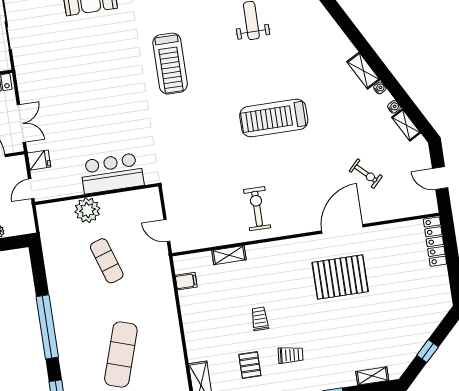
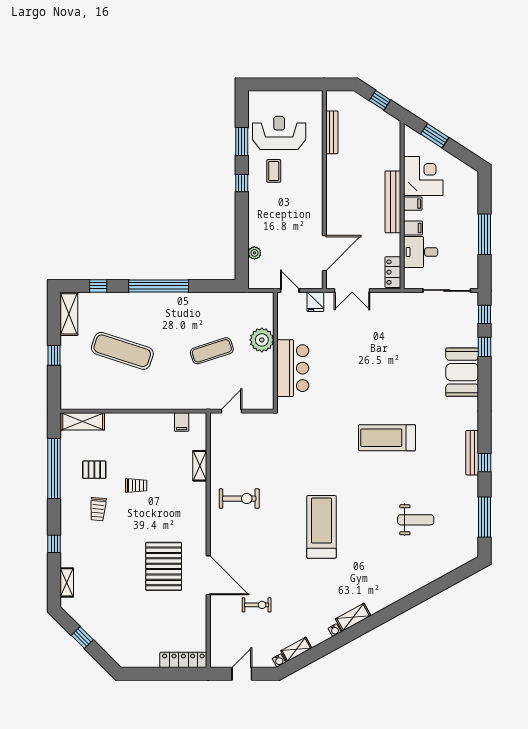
water cooler: (394, 107) -> (279, 660), moved
exercise bike: (366, 174) -> (257, 605), turned -134

